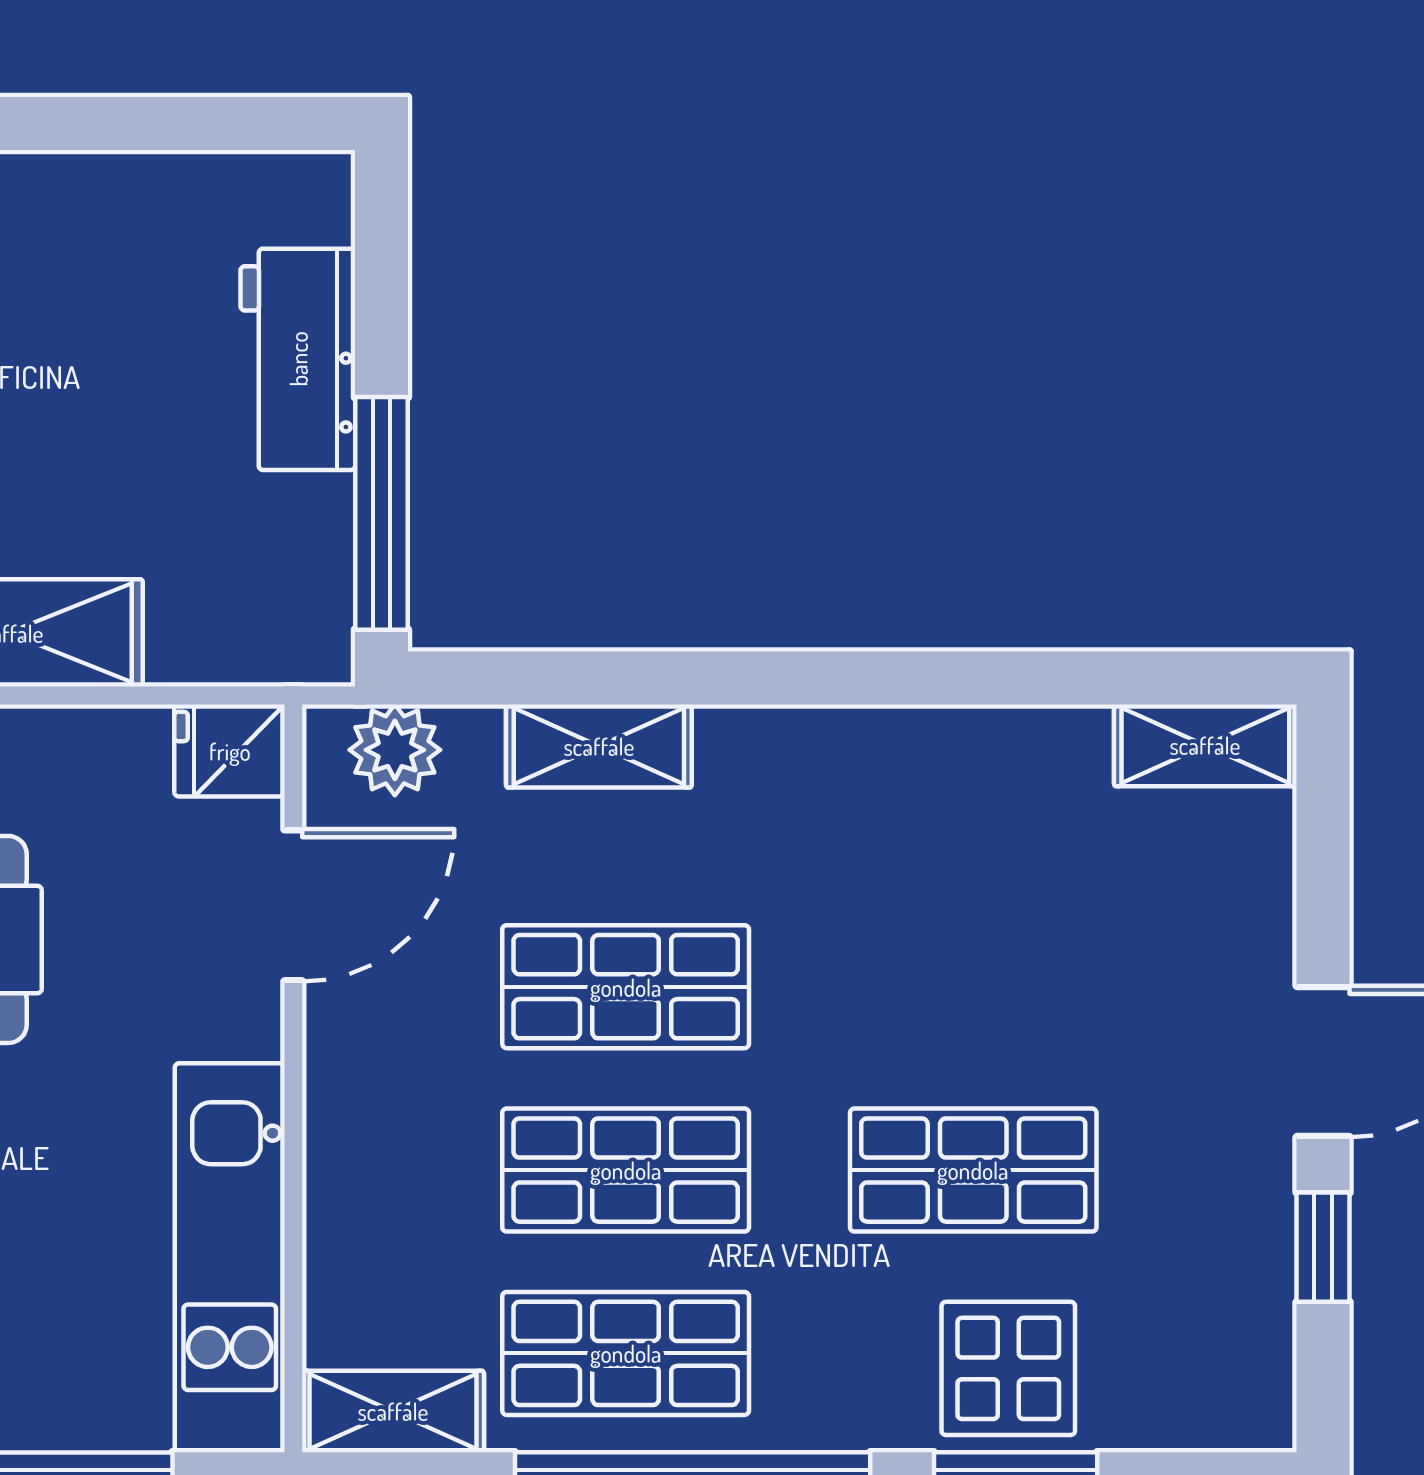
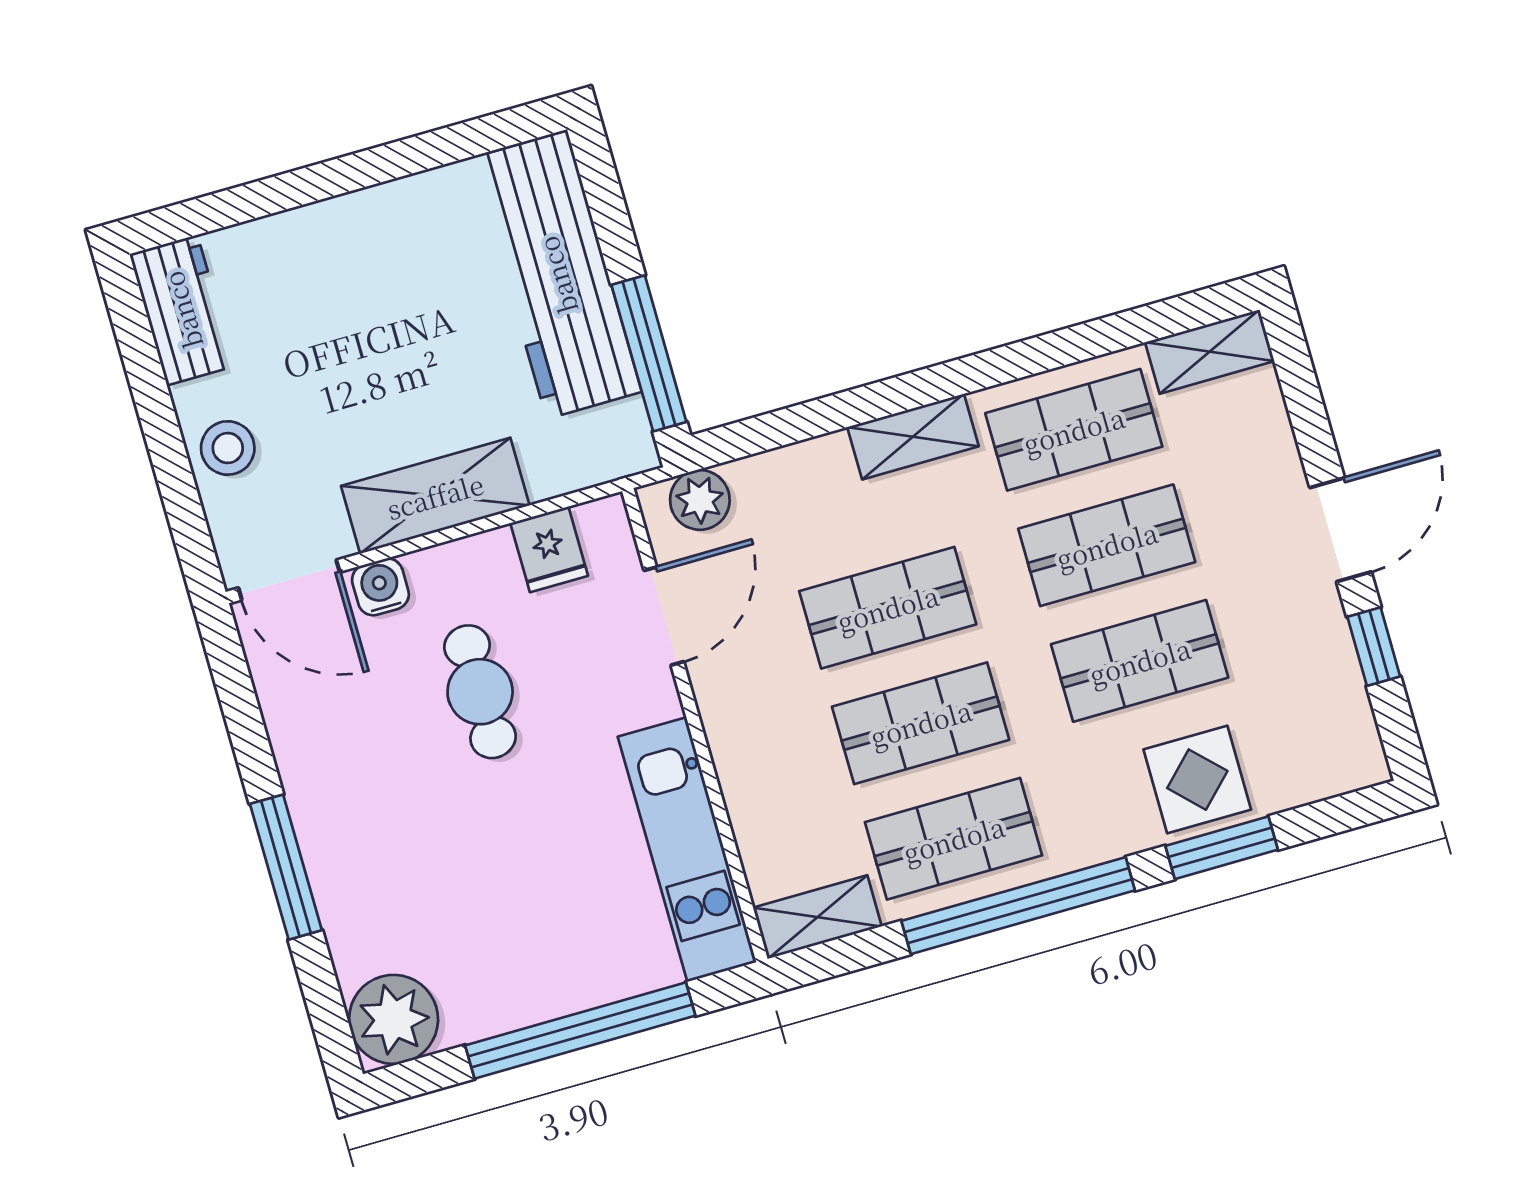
workbench: (298, 359) -> (557, 275), width x1.88, depth x1.32
shelving: (599, 746) -> (913, 437), moved
fridge: (230, 751) -> (549, 549), moved, turned -90
shop shelf: (973, 803) -> (1074, 430), added
shop shelf: (973, 987) -> (1107, 545), added

